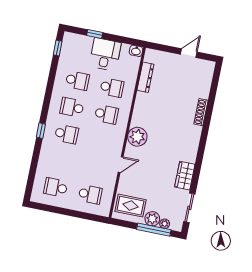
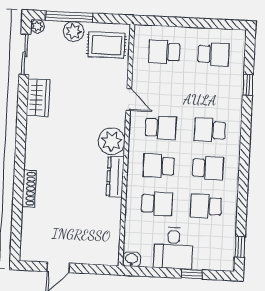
dresser: (145, 77) -> (115, 177), moved
school desk: (112, 88) -> (157, 204), turned 180
window: (41, 131) -> (248, 85), moved
school desk: (101, 141) -> (161, 128), added
door: (121, 165) -> (129, 99), swing flipped
plant: (165, 224) -> (37, 26), moved

